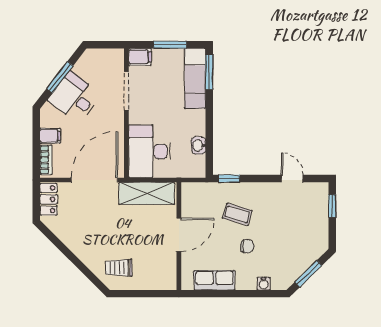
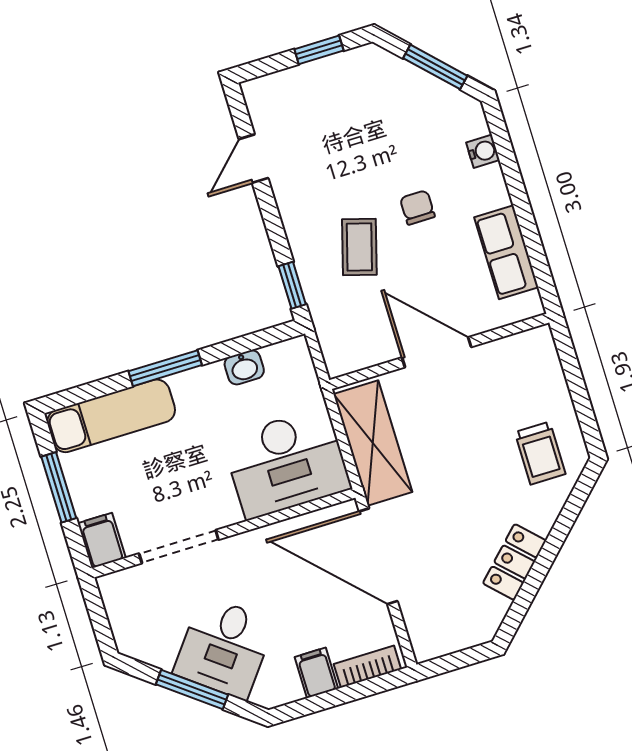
window: (209, 72) -> (165, 368), moved
locker: (49, 199) -> (514, 562), moved, turned -45
window: (332, 206) -> (319, 50), moved

